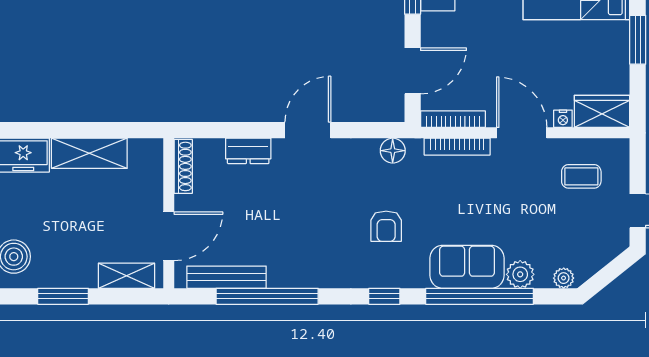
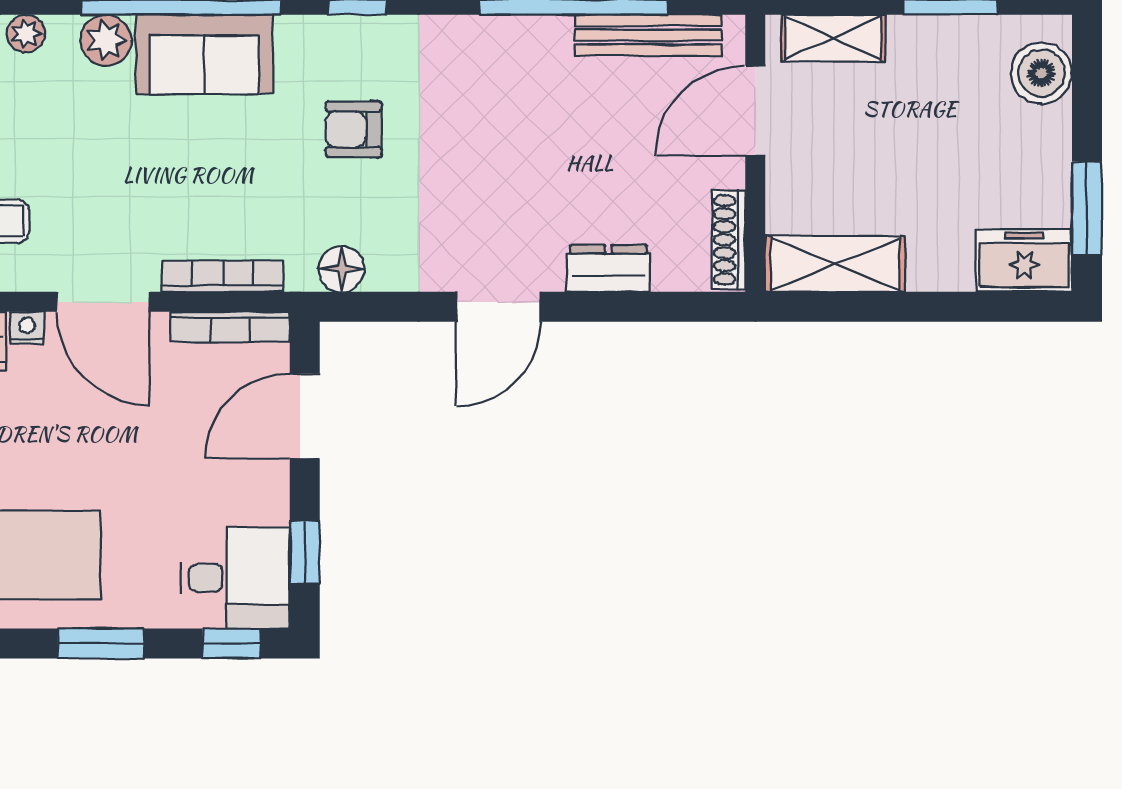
shelving: (89, 153) -> (835, 264), moved
armchair: (386, 226) -> (354, 129), turned -90

